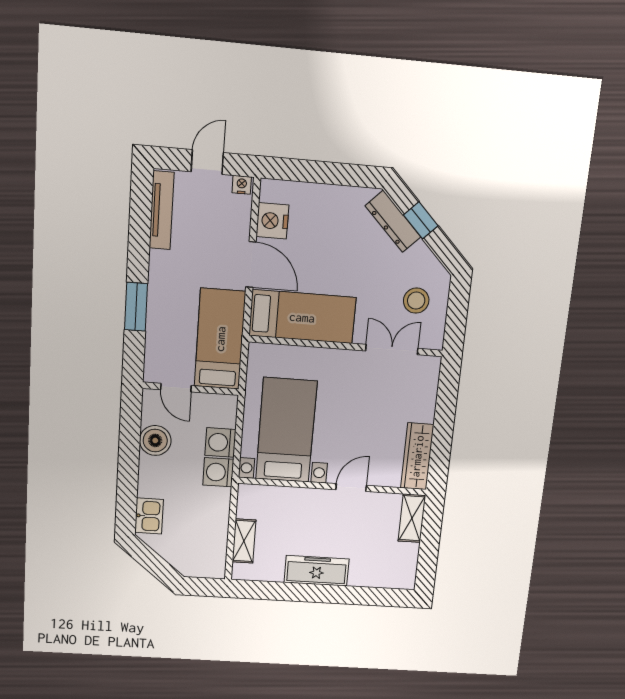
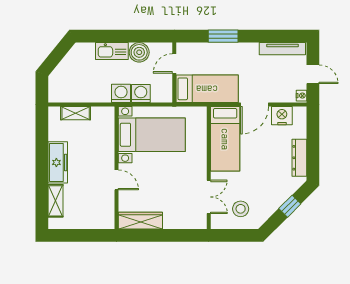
dresser: (393, 221) -> (299, 158), moved, turned -45
kitchen sink: (149, 516) -> (112, 51), moved, width x1.38
shelving: (412, 518) -> (56, 201), moved, turned 90

